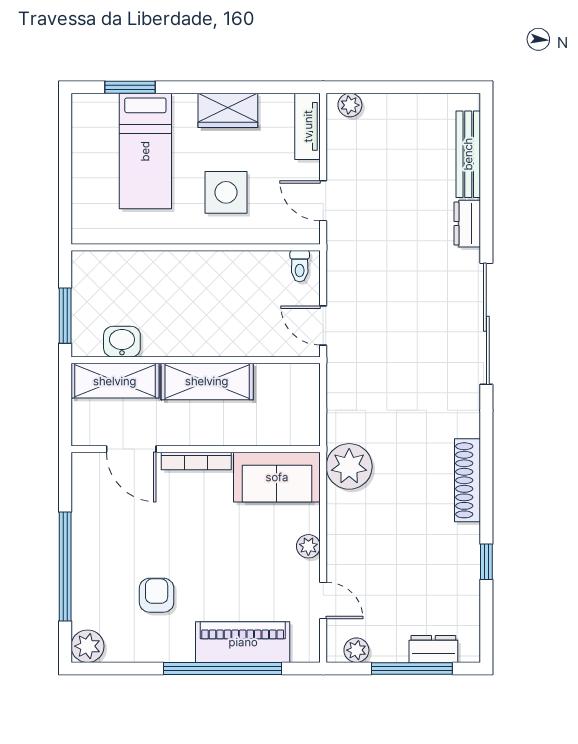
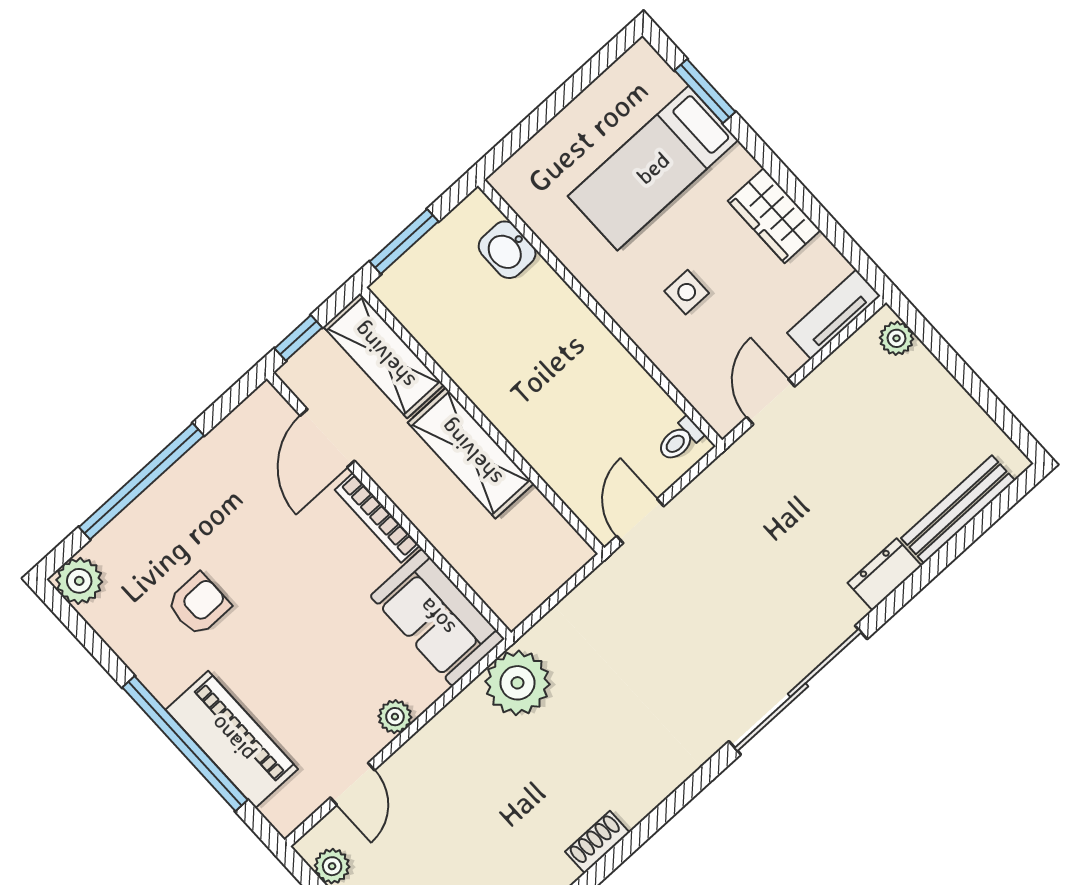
side table: (226, 192) -> (687, 292), width x0.54, depth x0.54
washbasin: (122, 342) -> (507, 250), moved, turned 180
window: (65, 416) -> (298, 338), added
shoe rack: (468, 480) -> (597, 842), width x0.51, depth x0.81

